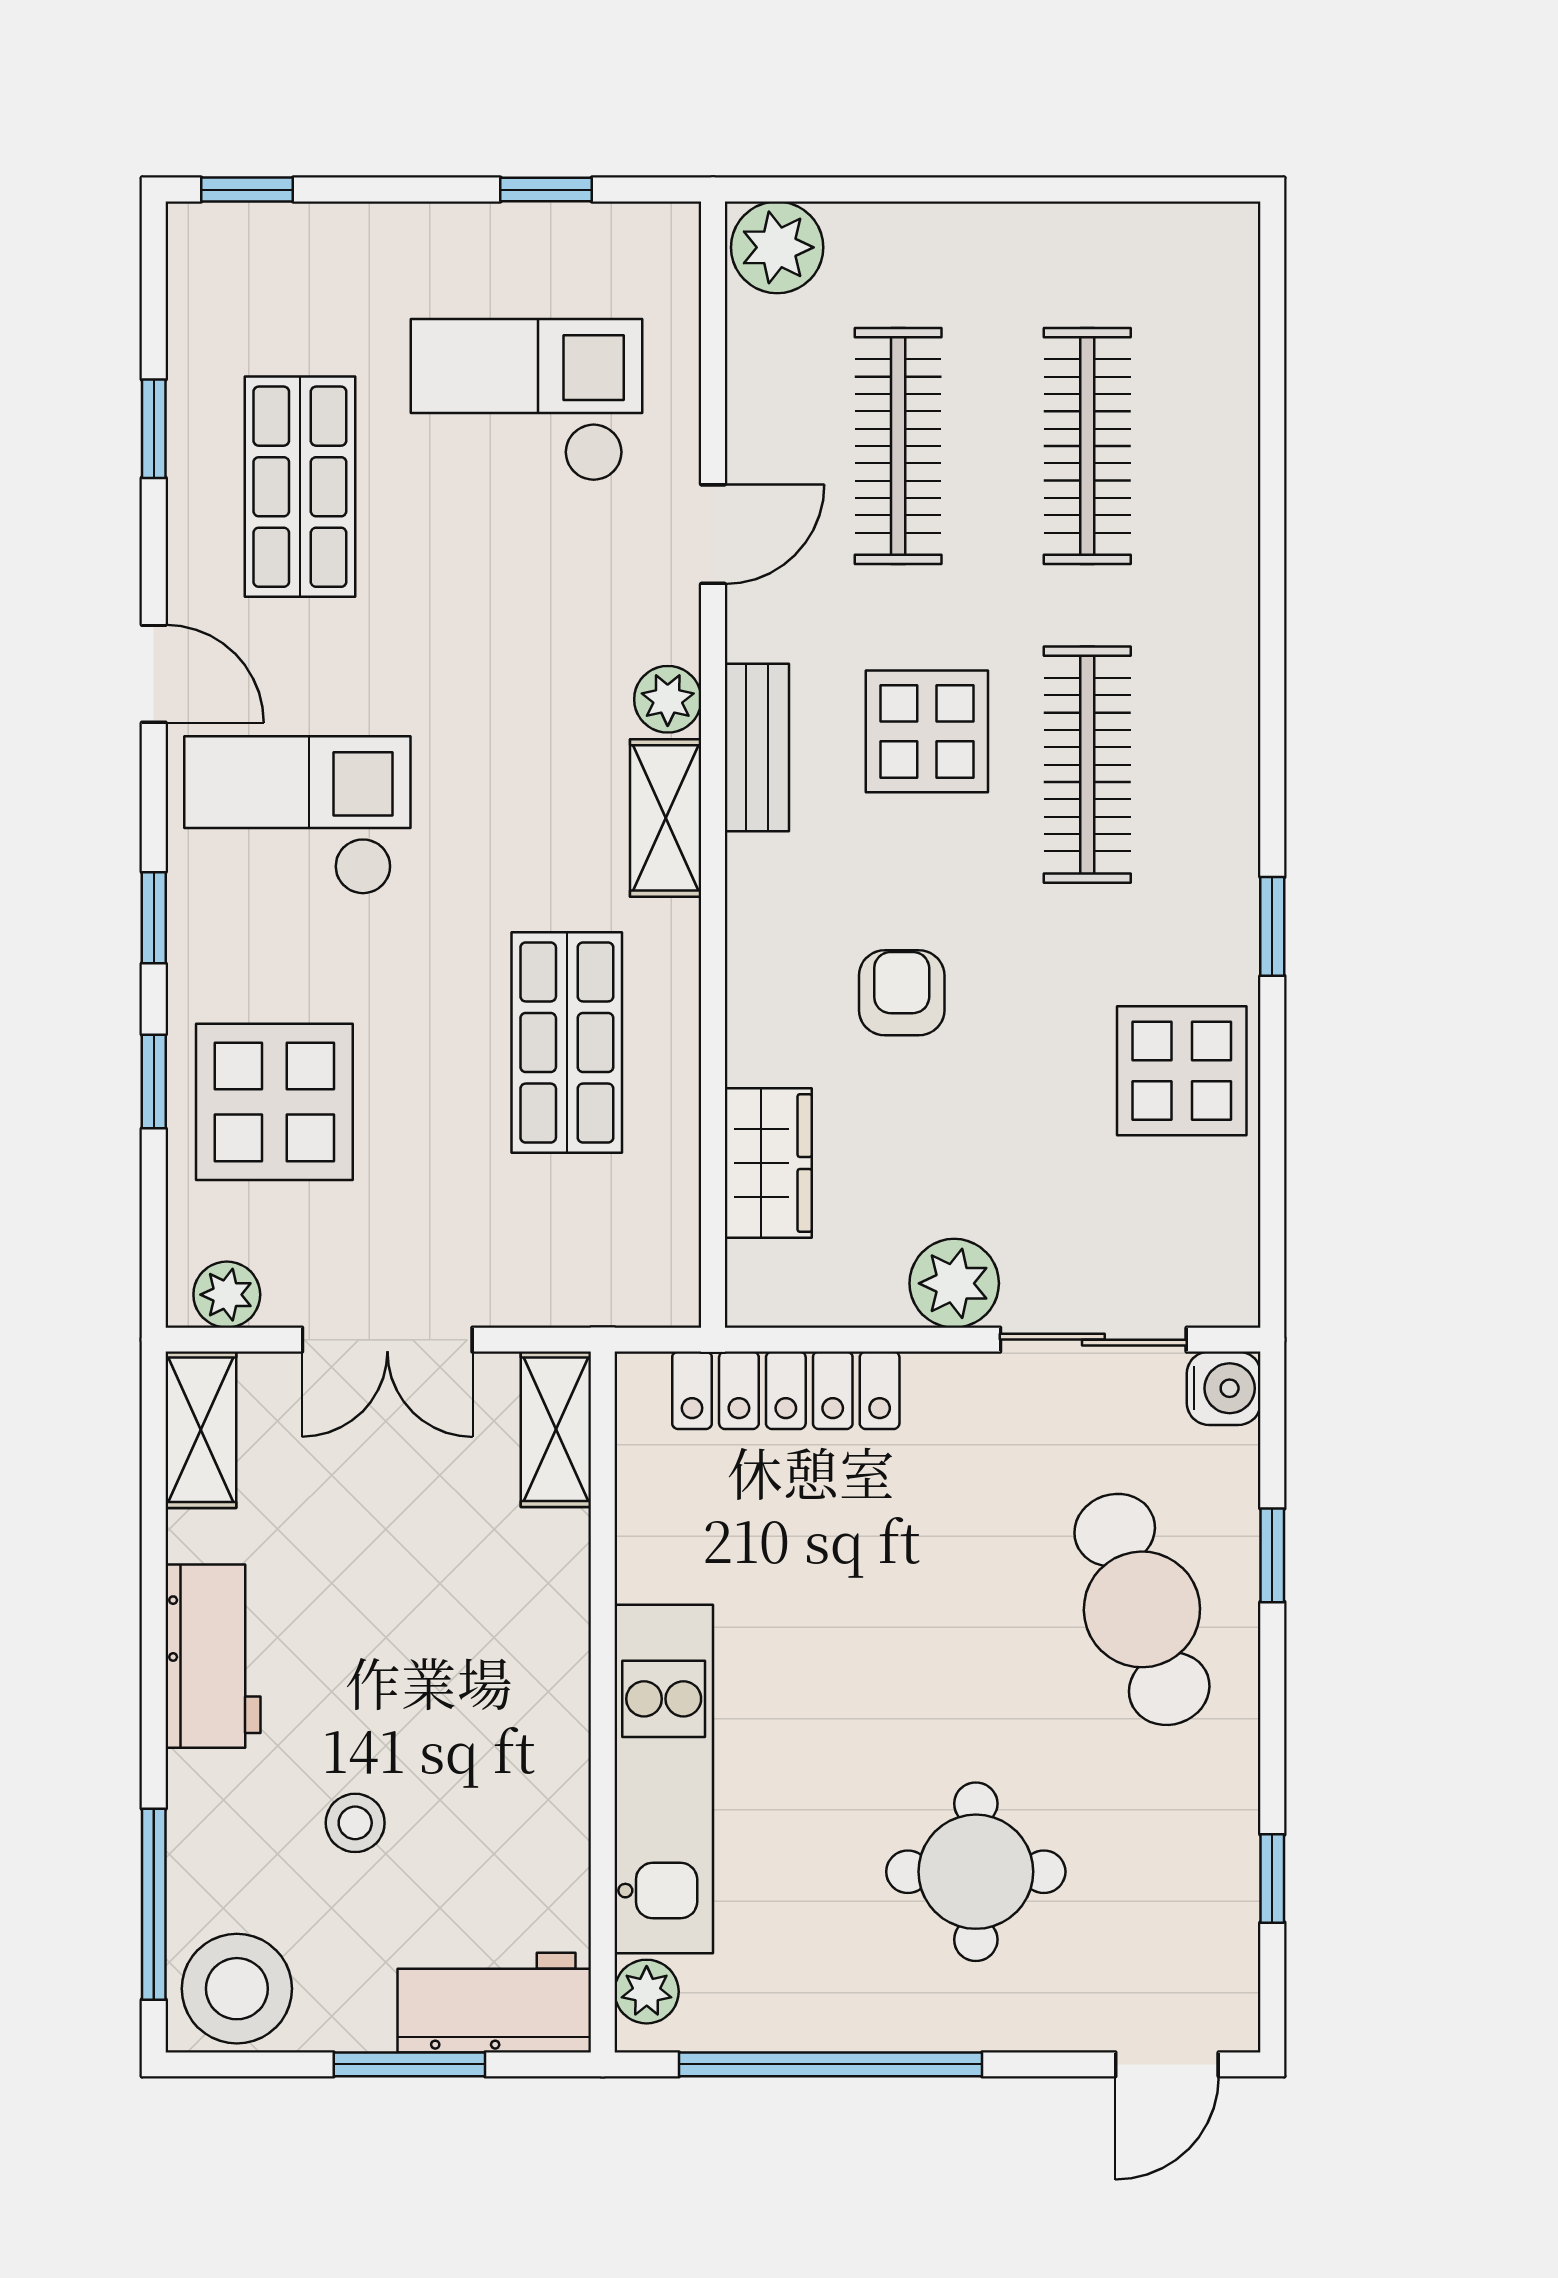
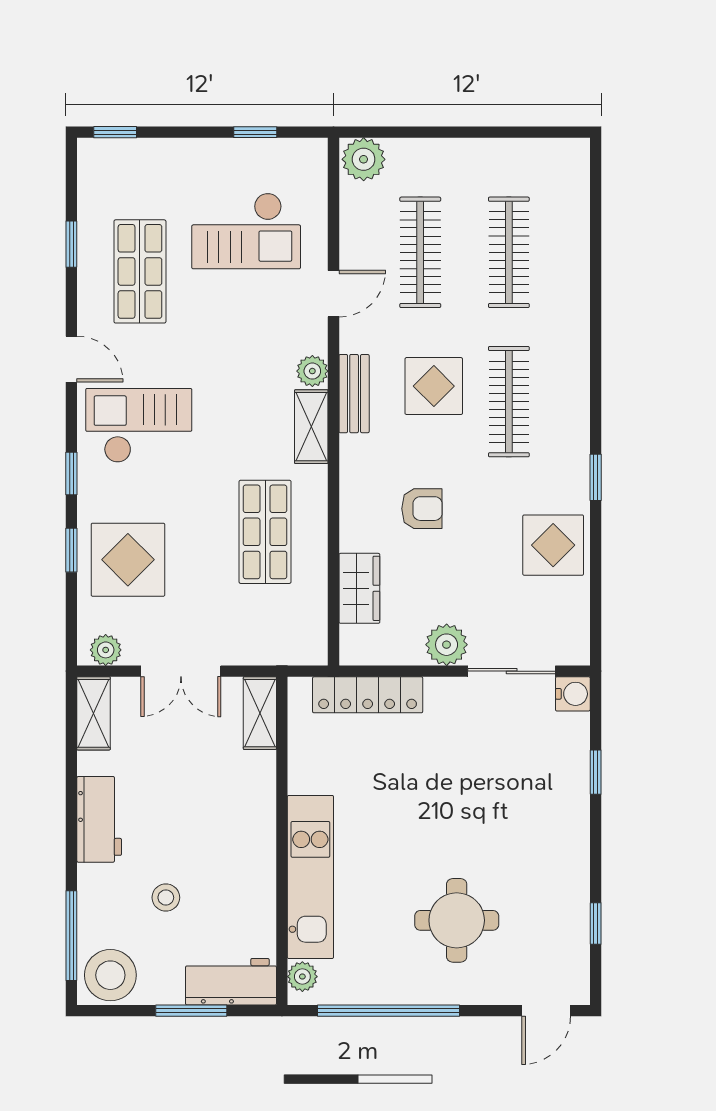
checkout: (527, 400) -> (246, 231), turned 180
armchair: (902, 993) -> (422, 509), turned 90
cafe table: (1142, 1609) -> (534, 797), removed

